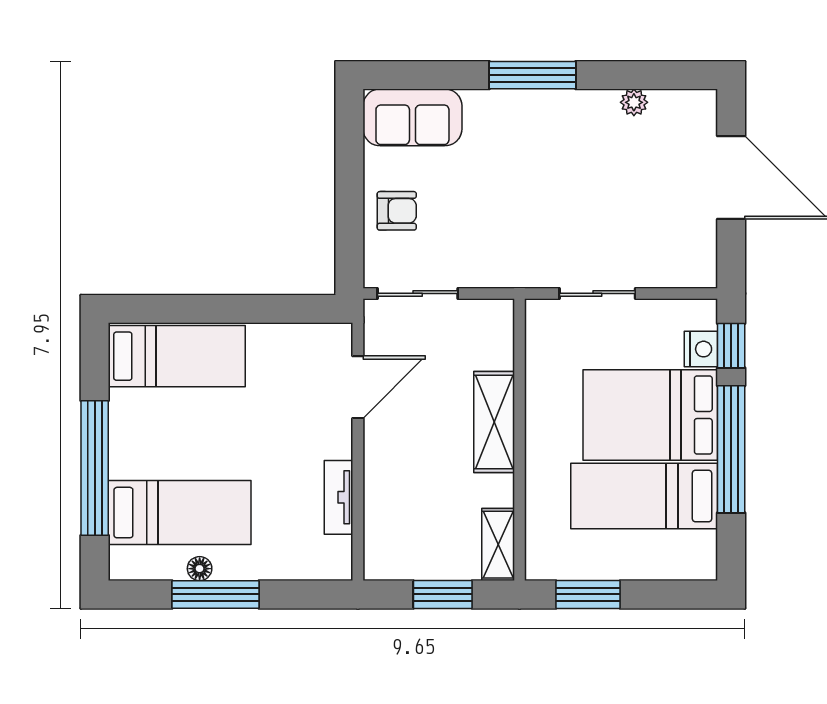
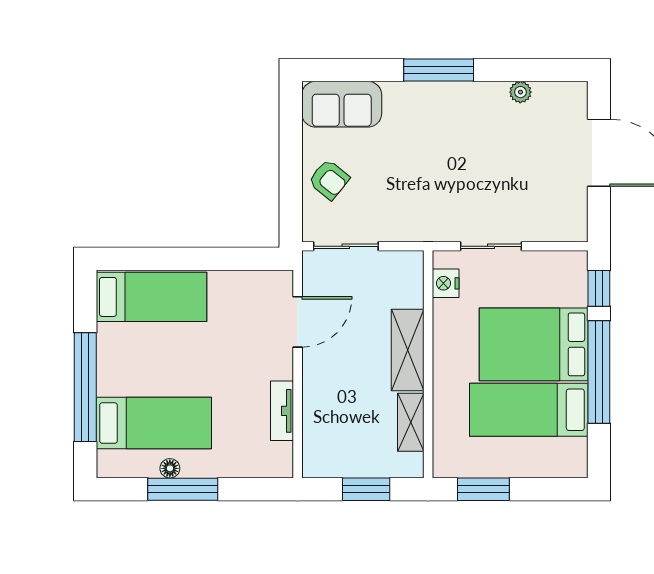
armchair: (397, 211) -> (329, 180), turned 39
nightstand: (701, 349) -> (446, 283), moved, turned 180
shelving: (498, 545) -> (411, 422), moved

